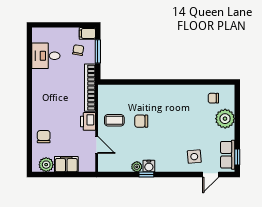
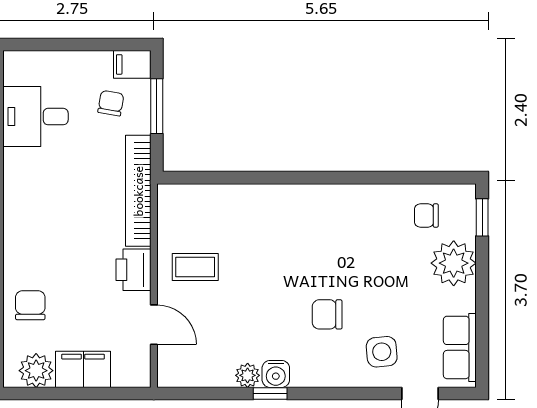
chair: (141, 121) -> (327, 314), moved
window: (237, 157) -> (482, 217), moved

